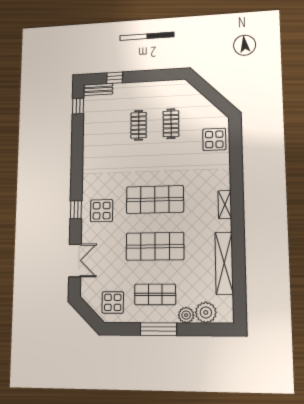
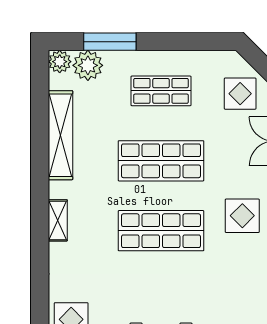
display table: (113, 302) -> (240, 94), moved
plant: (186, 315) -> (60, 62), moved
window: (158, 329) -> (110, 42), moved

